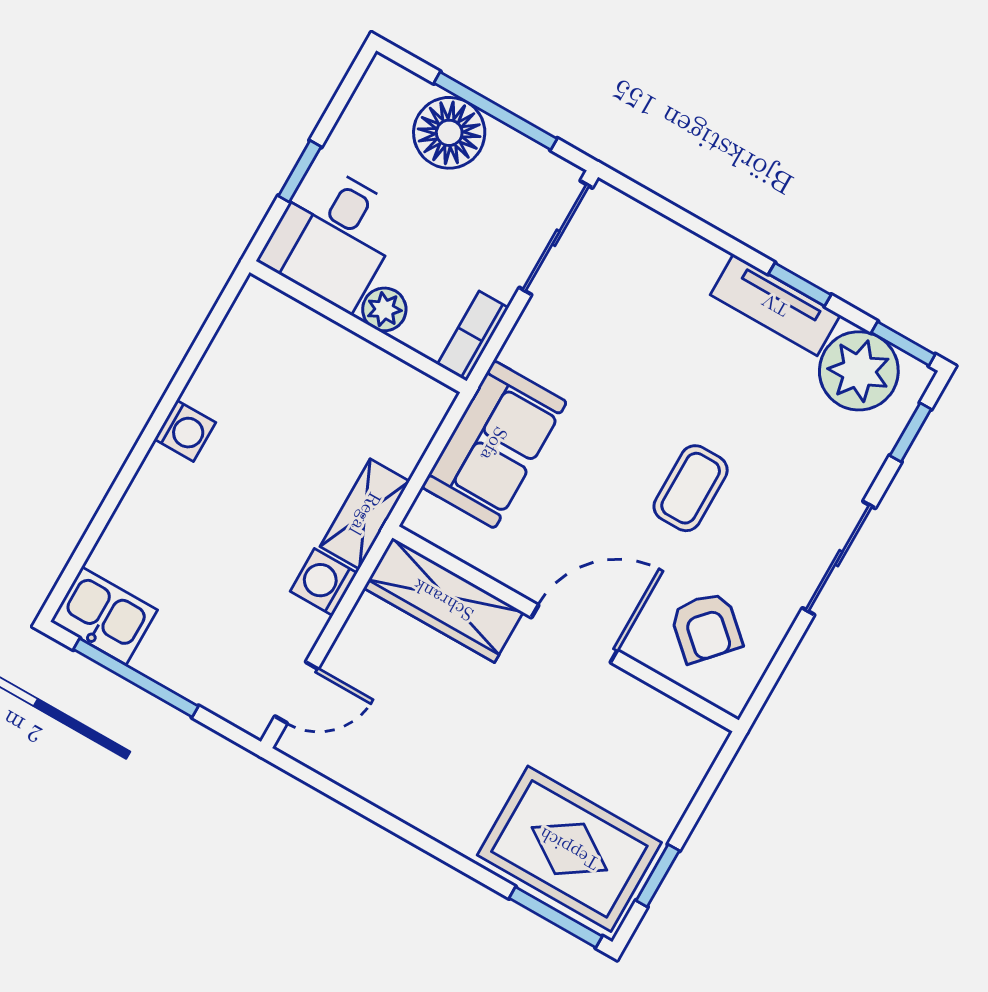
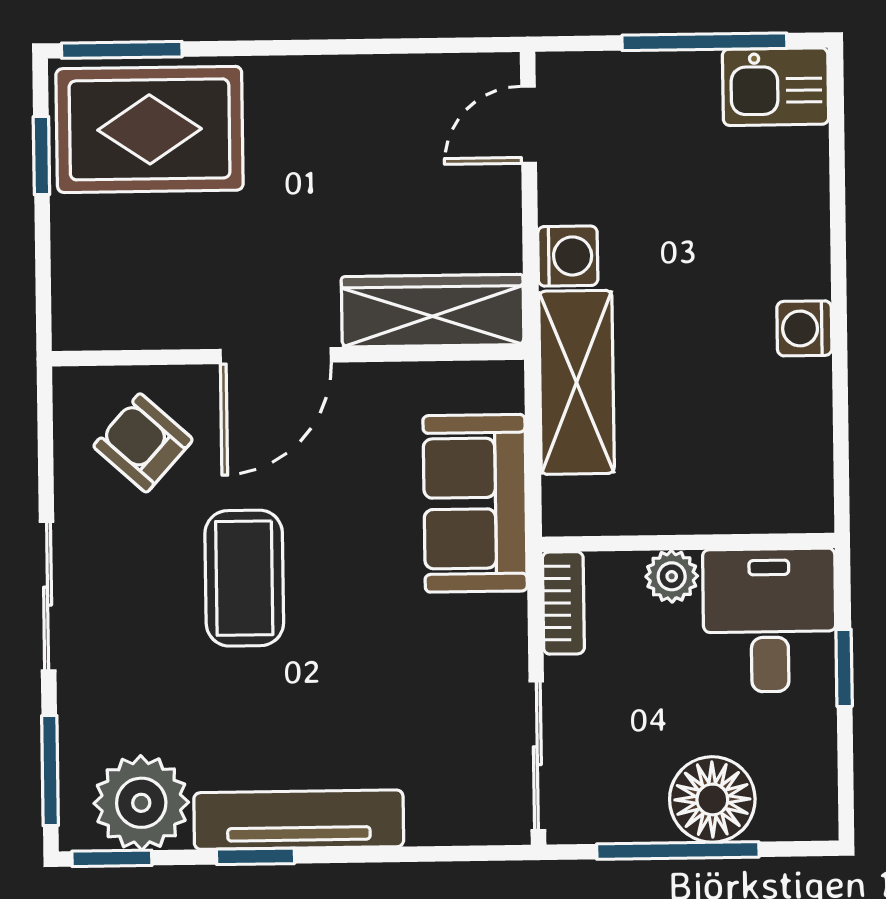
tv unit: (775, 305) -> (299, 820), width x1.41
window: (911, 432) -> (50, 771), width x1.50
coffee table: (691, 488) -> (244, 578), width x1.36, depth x1.30
shelving: (365, 514) -> (576, 382), width x1.50, depth x1.33

